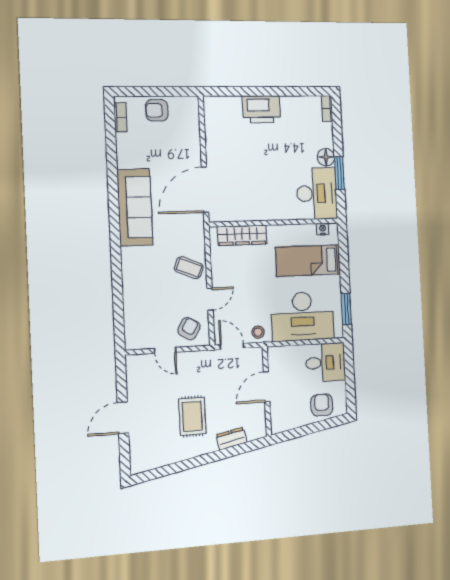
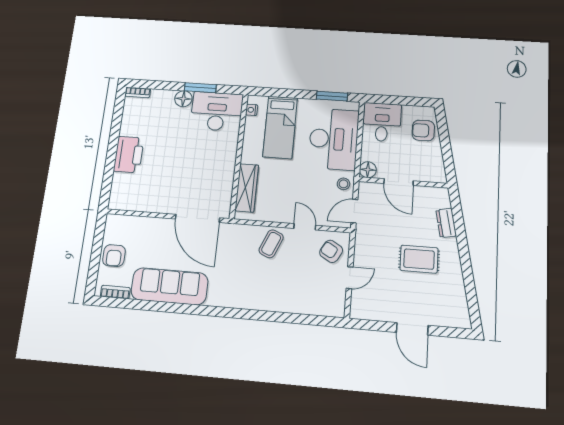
sofa: (135, 207) -> (169, 286), moved
floor lamp: (275, 355) -> (368, 170), added

